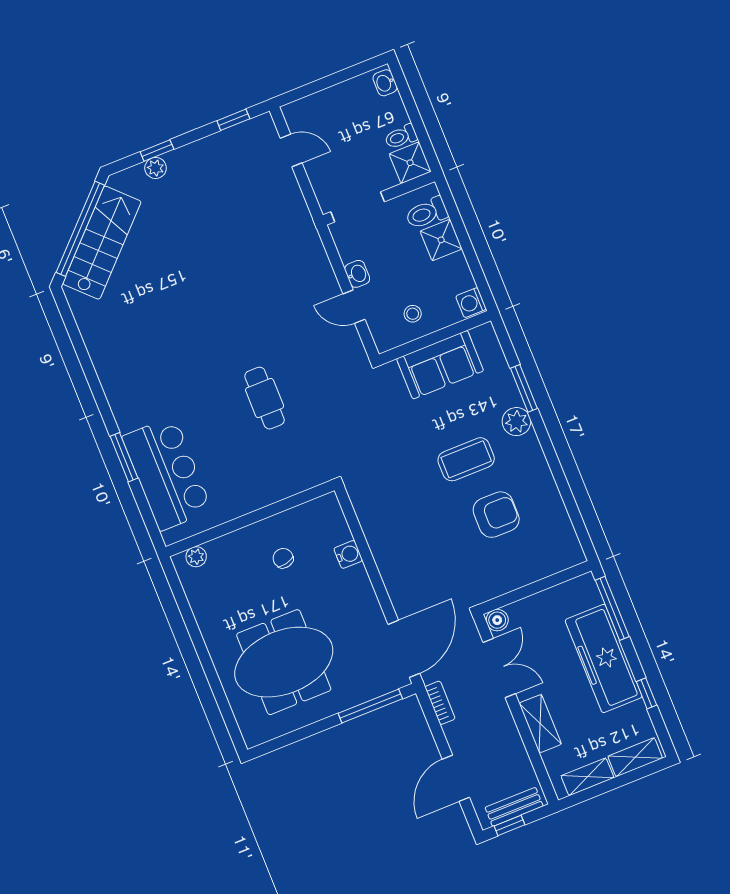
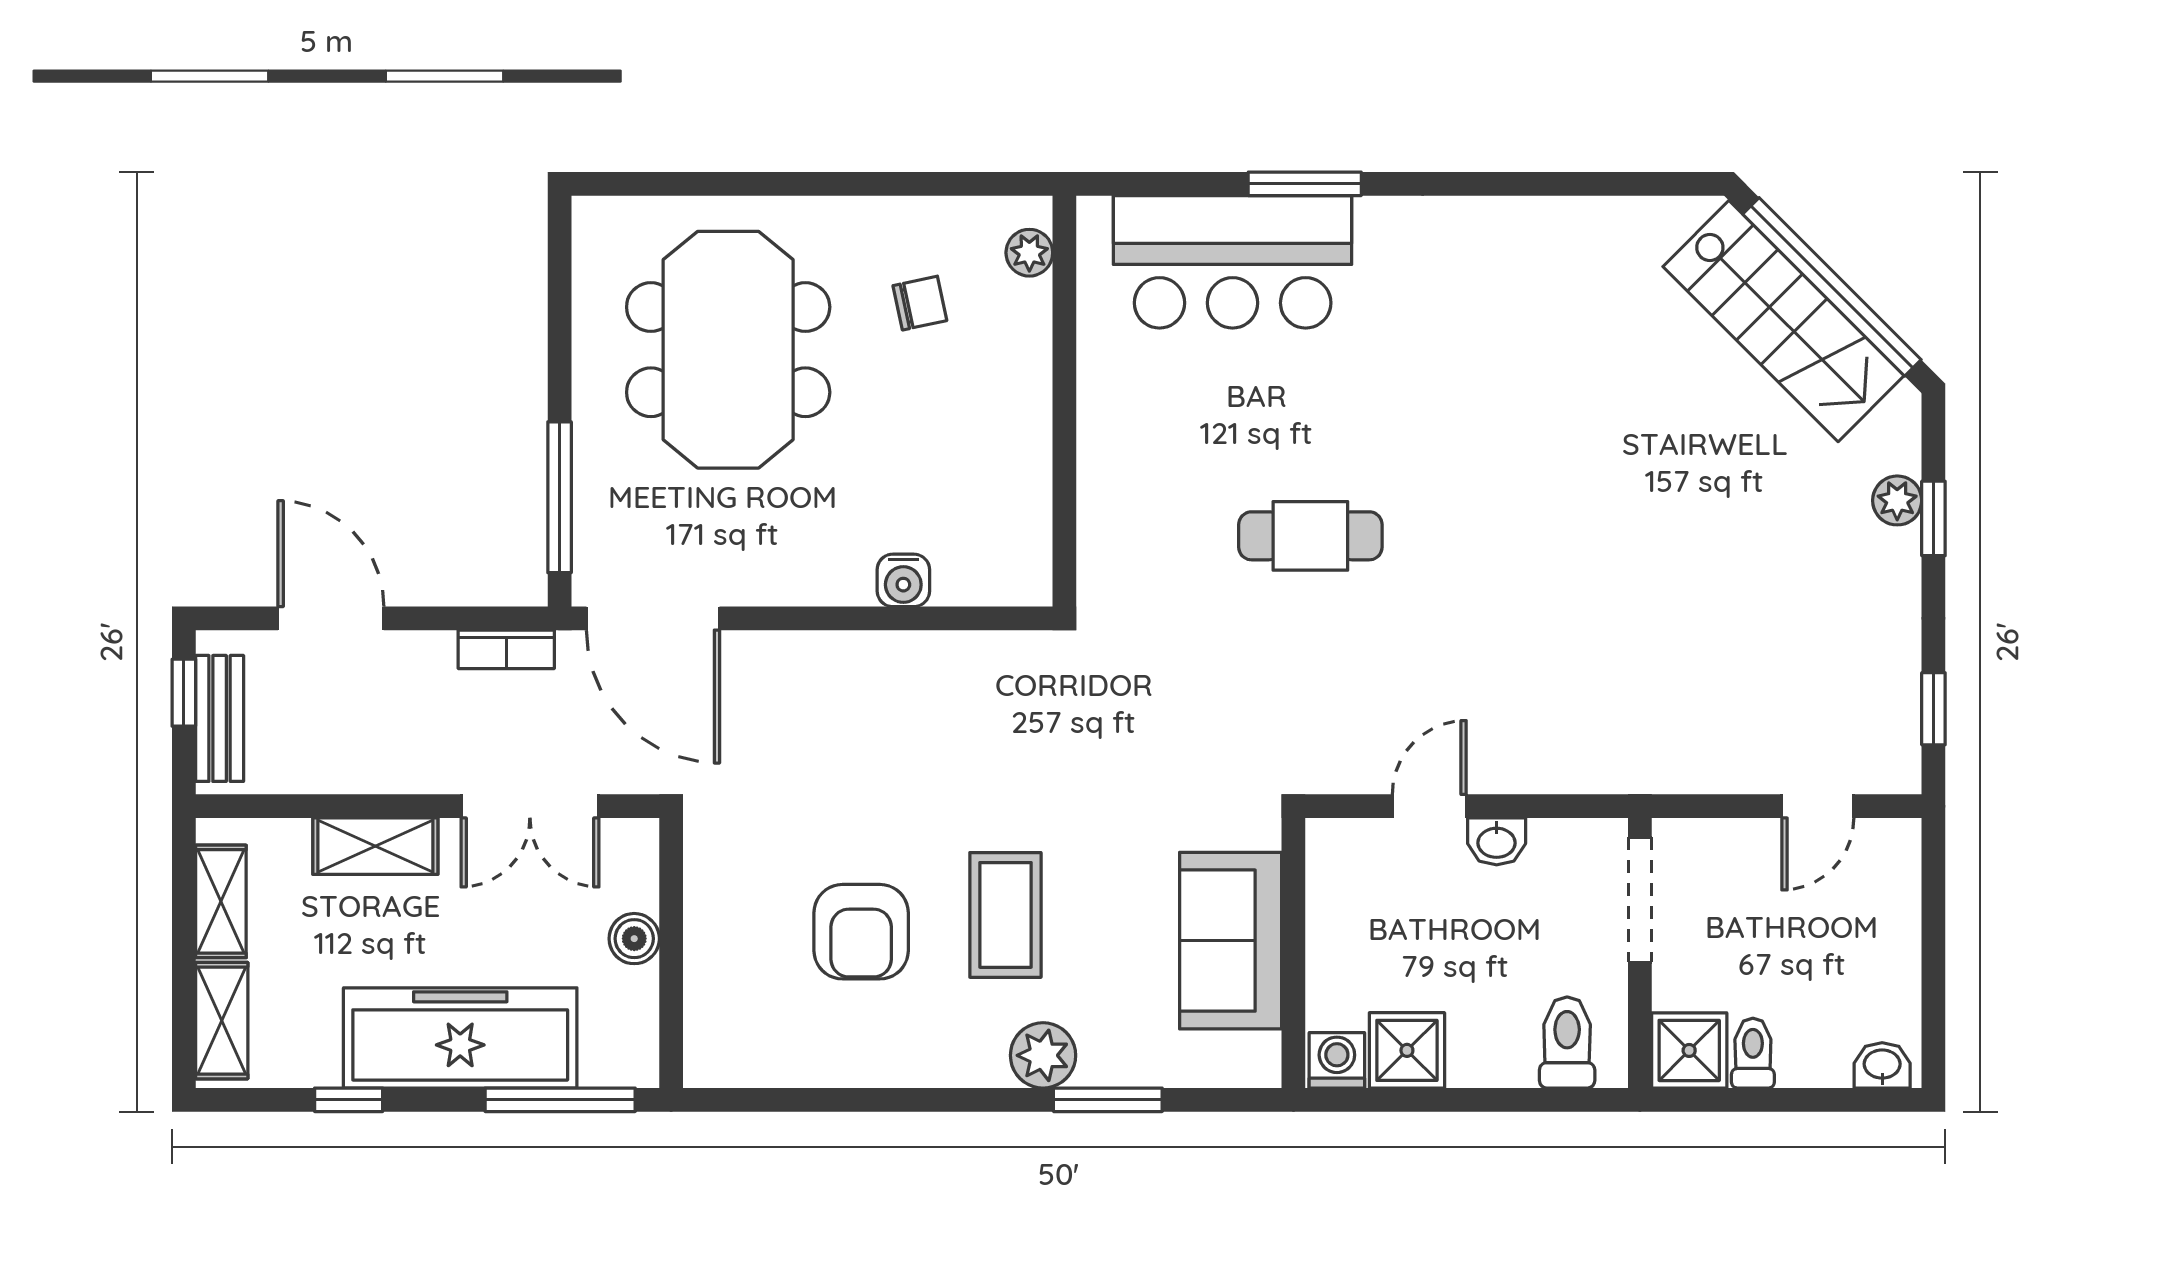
shower: (441, 240) -> (1407, 1050), moved
stool: (413, 314) -> (1363, 926), removed
chair: (283, 558) -> (920, 303), moved
boiler: (497, 620) -> (634, 939), moved

